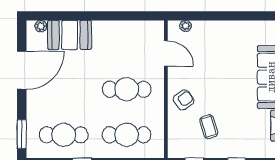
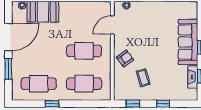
door: (166, 53) -> (112, 25), swing flipped
window: (22, 134) -> (8, 69), moved

